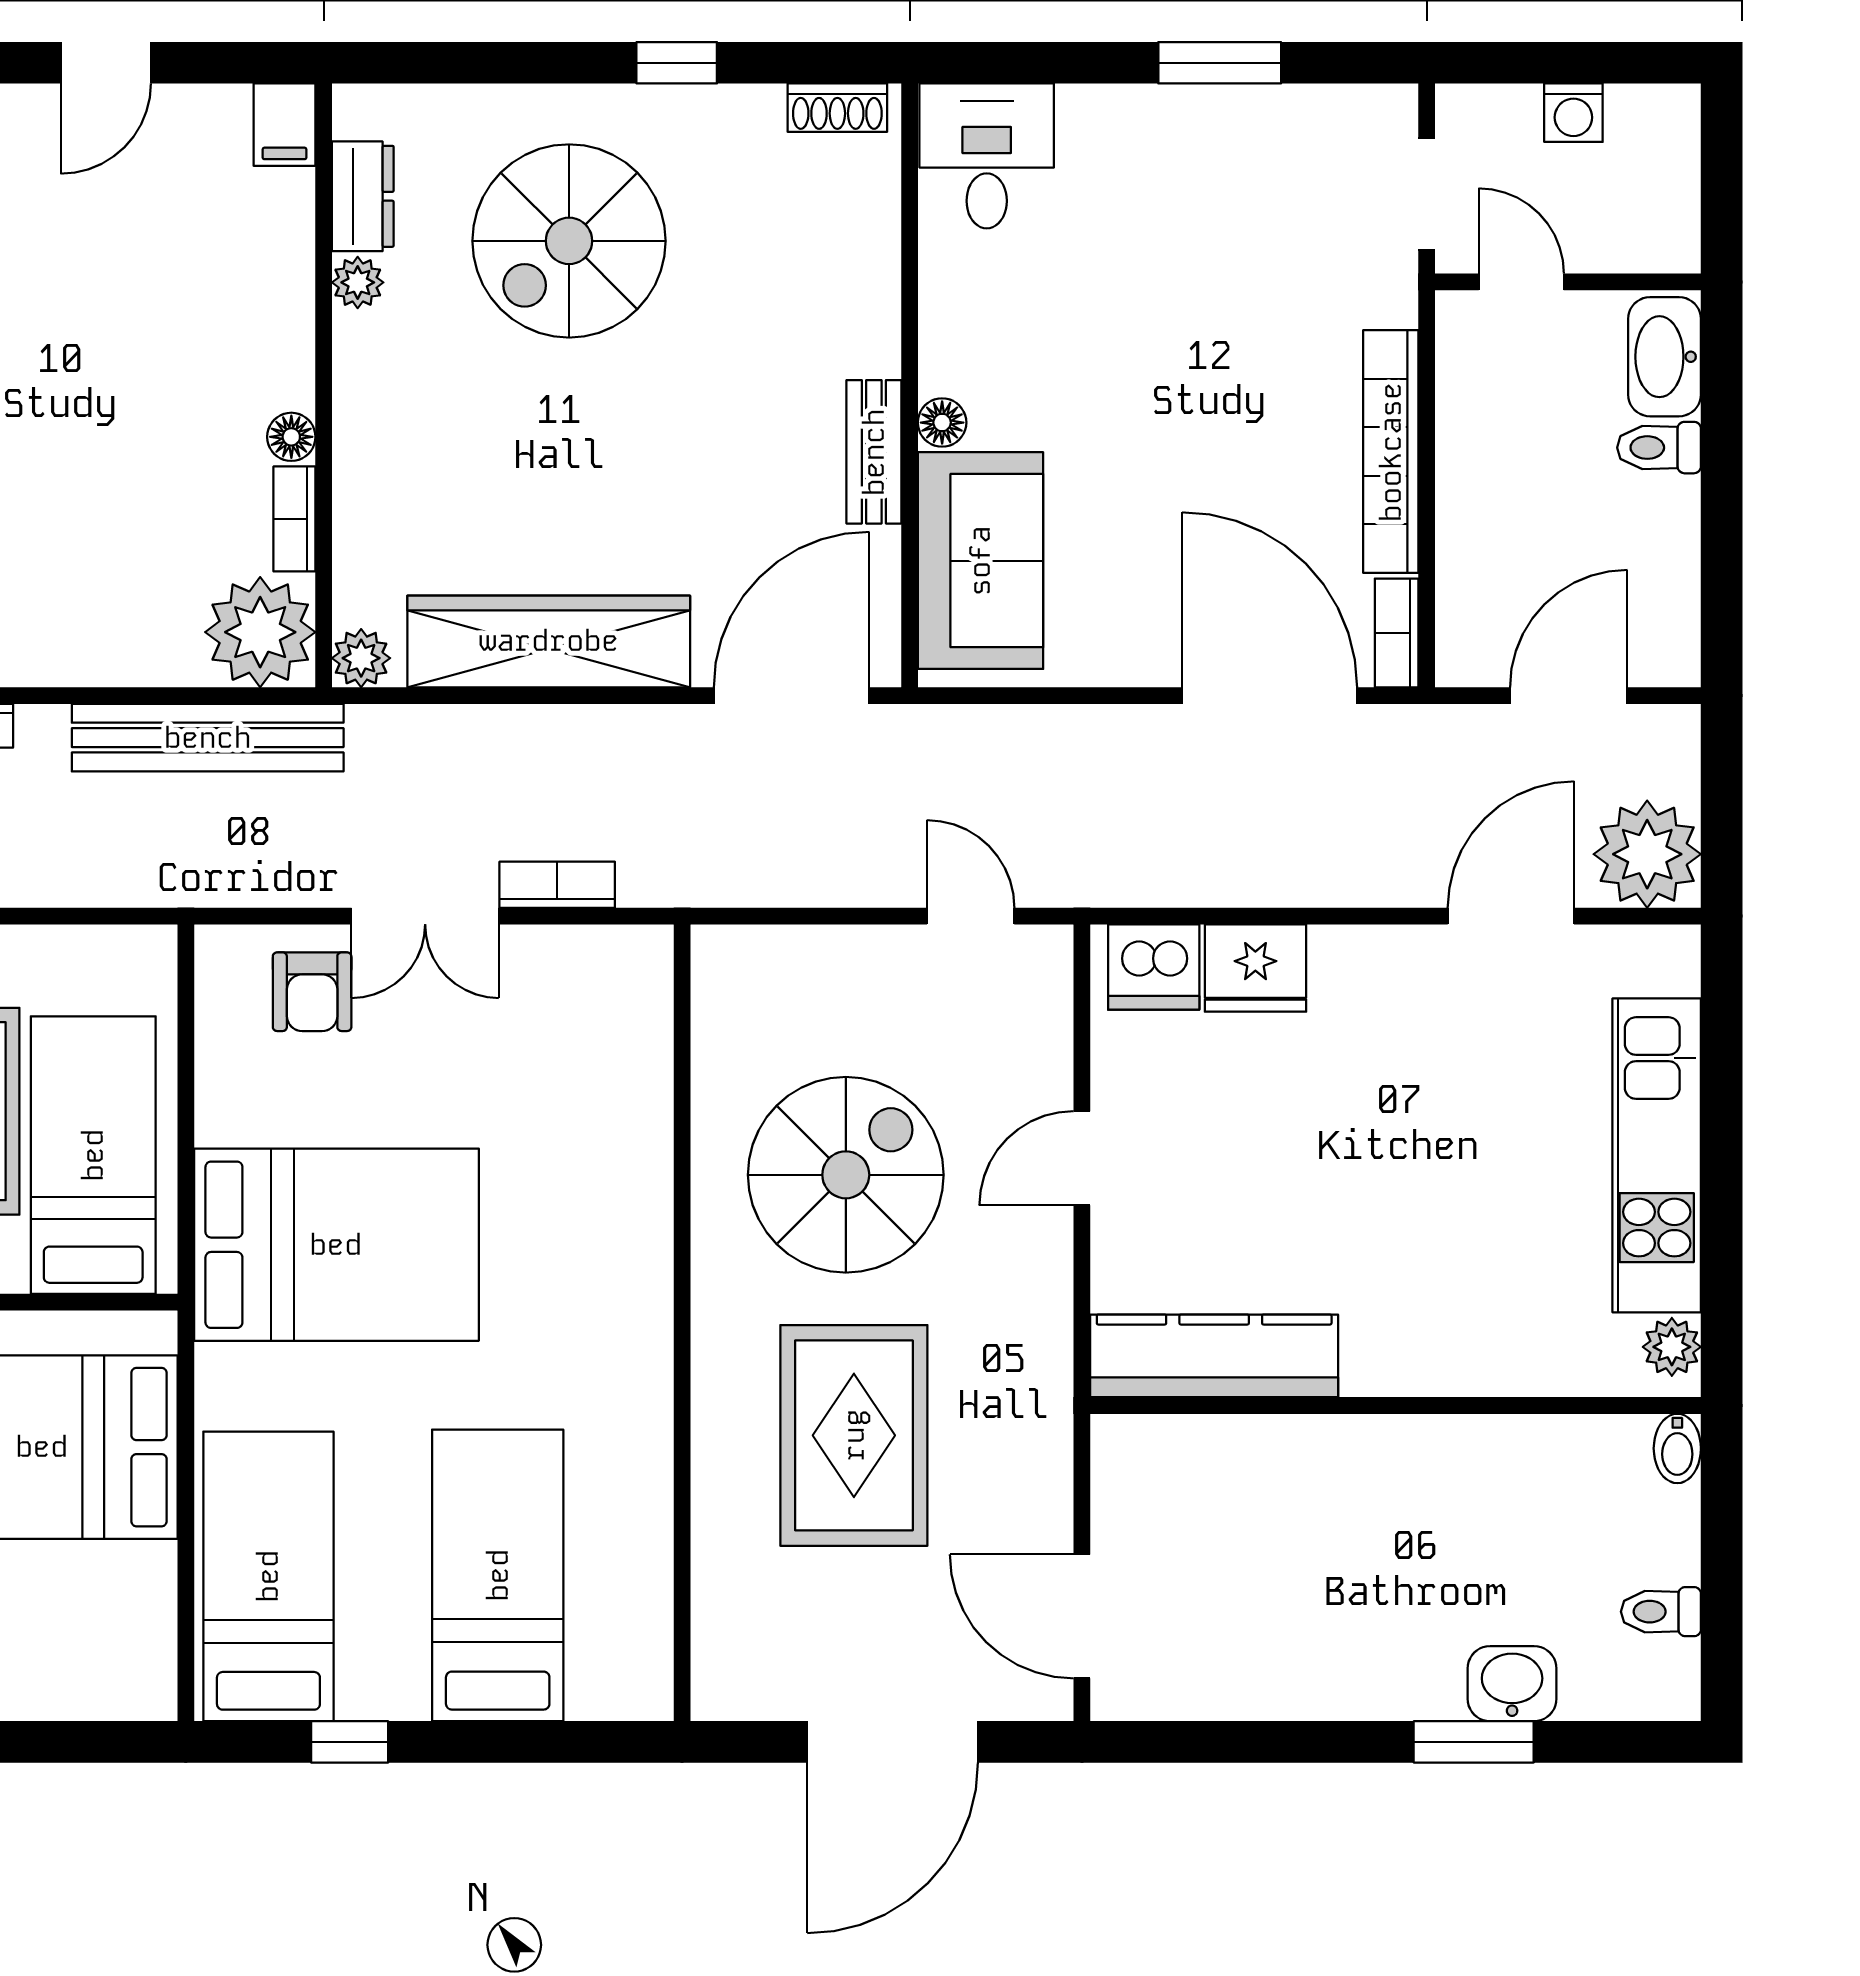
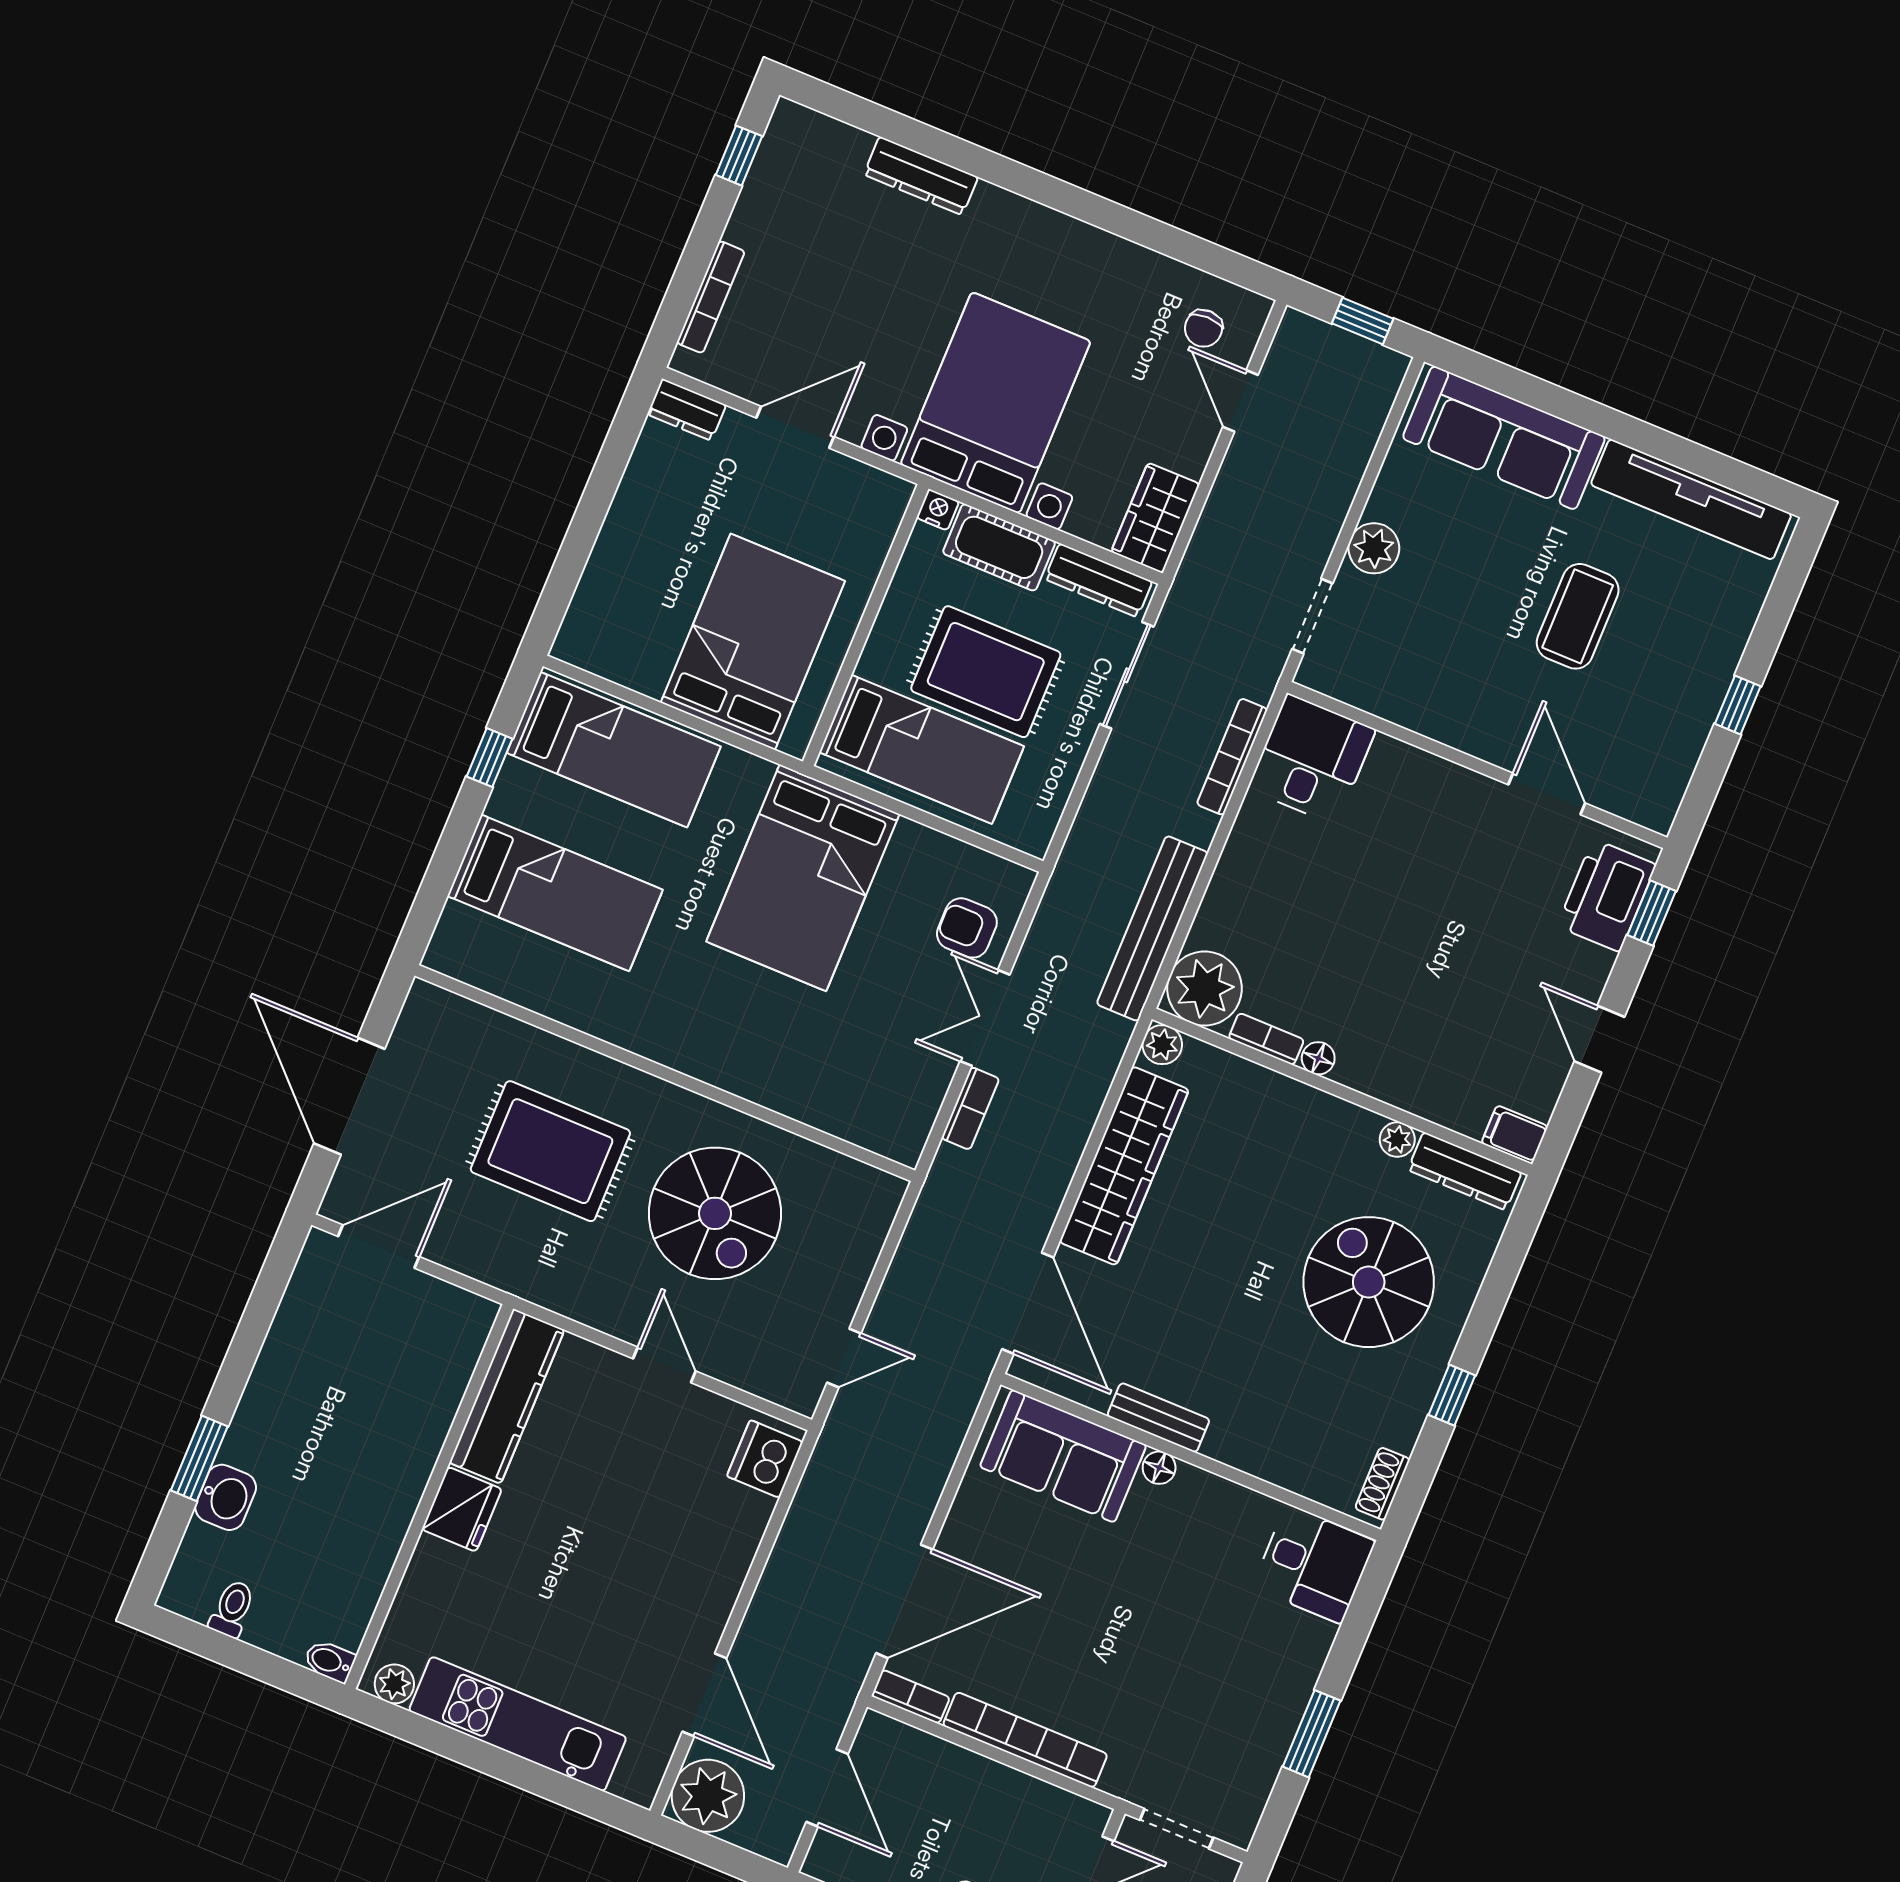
dresser: (363, 196) -> (1465, 1171), width x1.44
fridge: (1255, 968) -> (462, 1509), moved, turned 180

